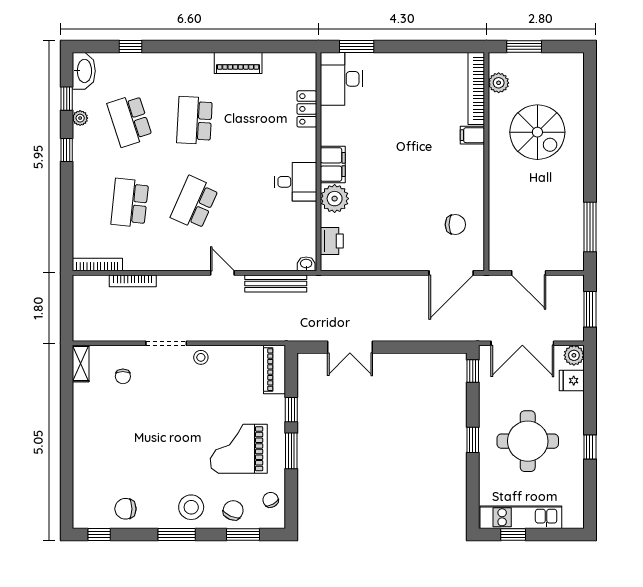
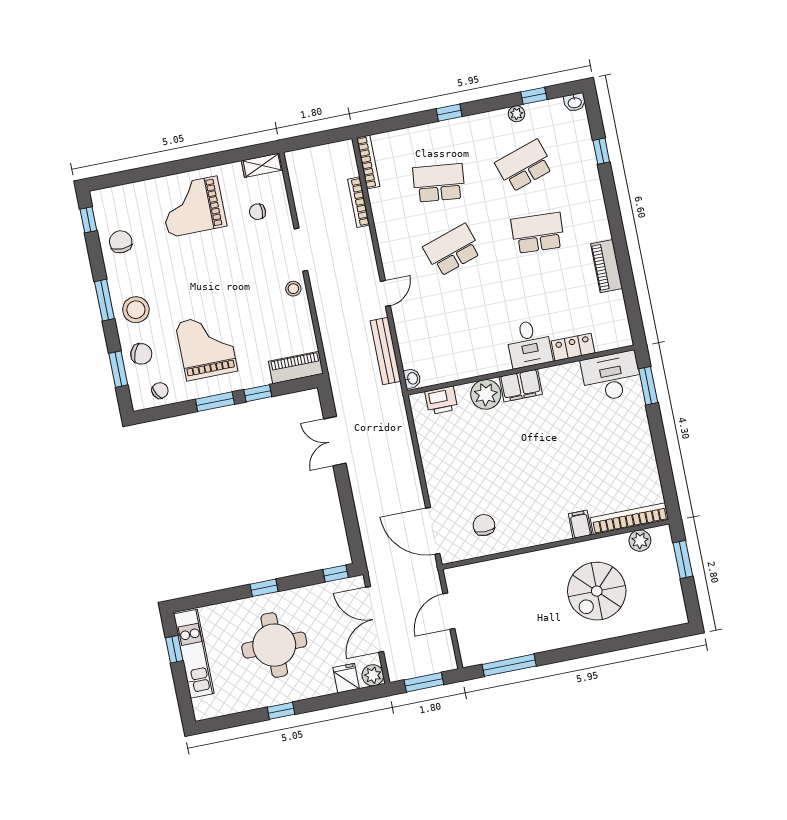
washbasin: (84, 71) -> (575, 102), width x0.52, depth x0.69
window: (67, 150) -> (449, 113), moved
desk: (296, 182) -> (529, 344), moved
school desk: (195, 203) -> (452, 250), turned -42
chair: (455, 225) -> (484, 525), turned 180
grand piano: (106, 435) -> (193, 207), added

